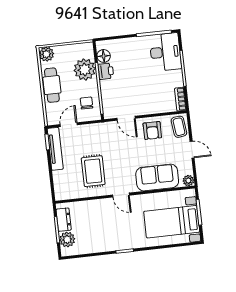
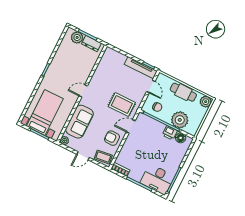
rug: (93, 171) -> (122, 105), moved

